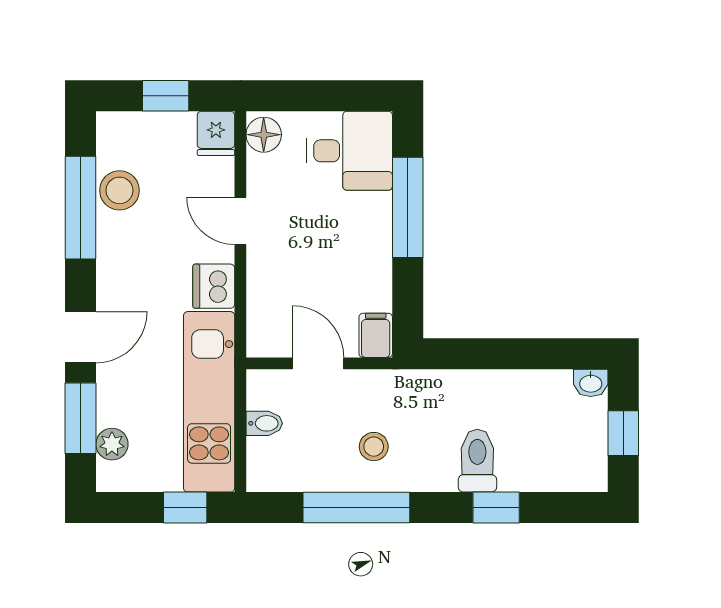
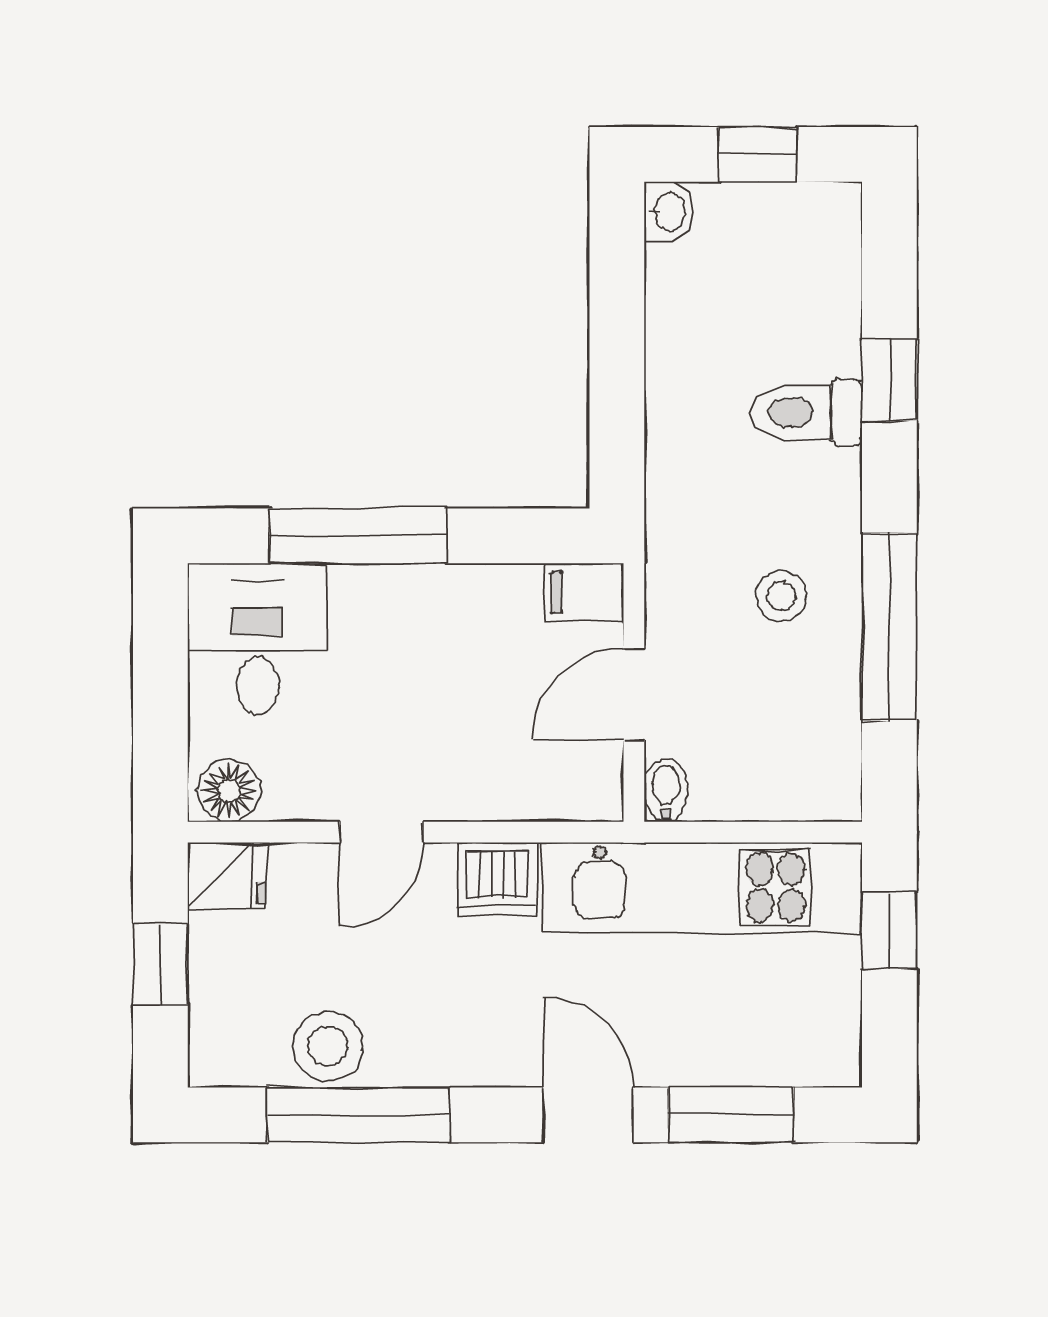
bidet: (264, 423) -> (666, 790), moved
plant: (112, 444) -> (777, 1059), removed

